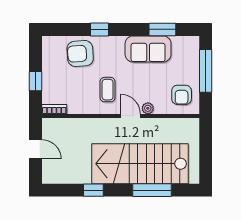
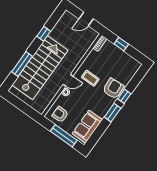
window: (162, 29) -> (113, 113), moved
sofa: (148, 49) -> (87, 127), moved
armchair: (80, 54) -> (113, 89), moved

